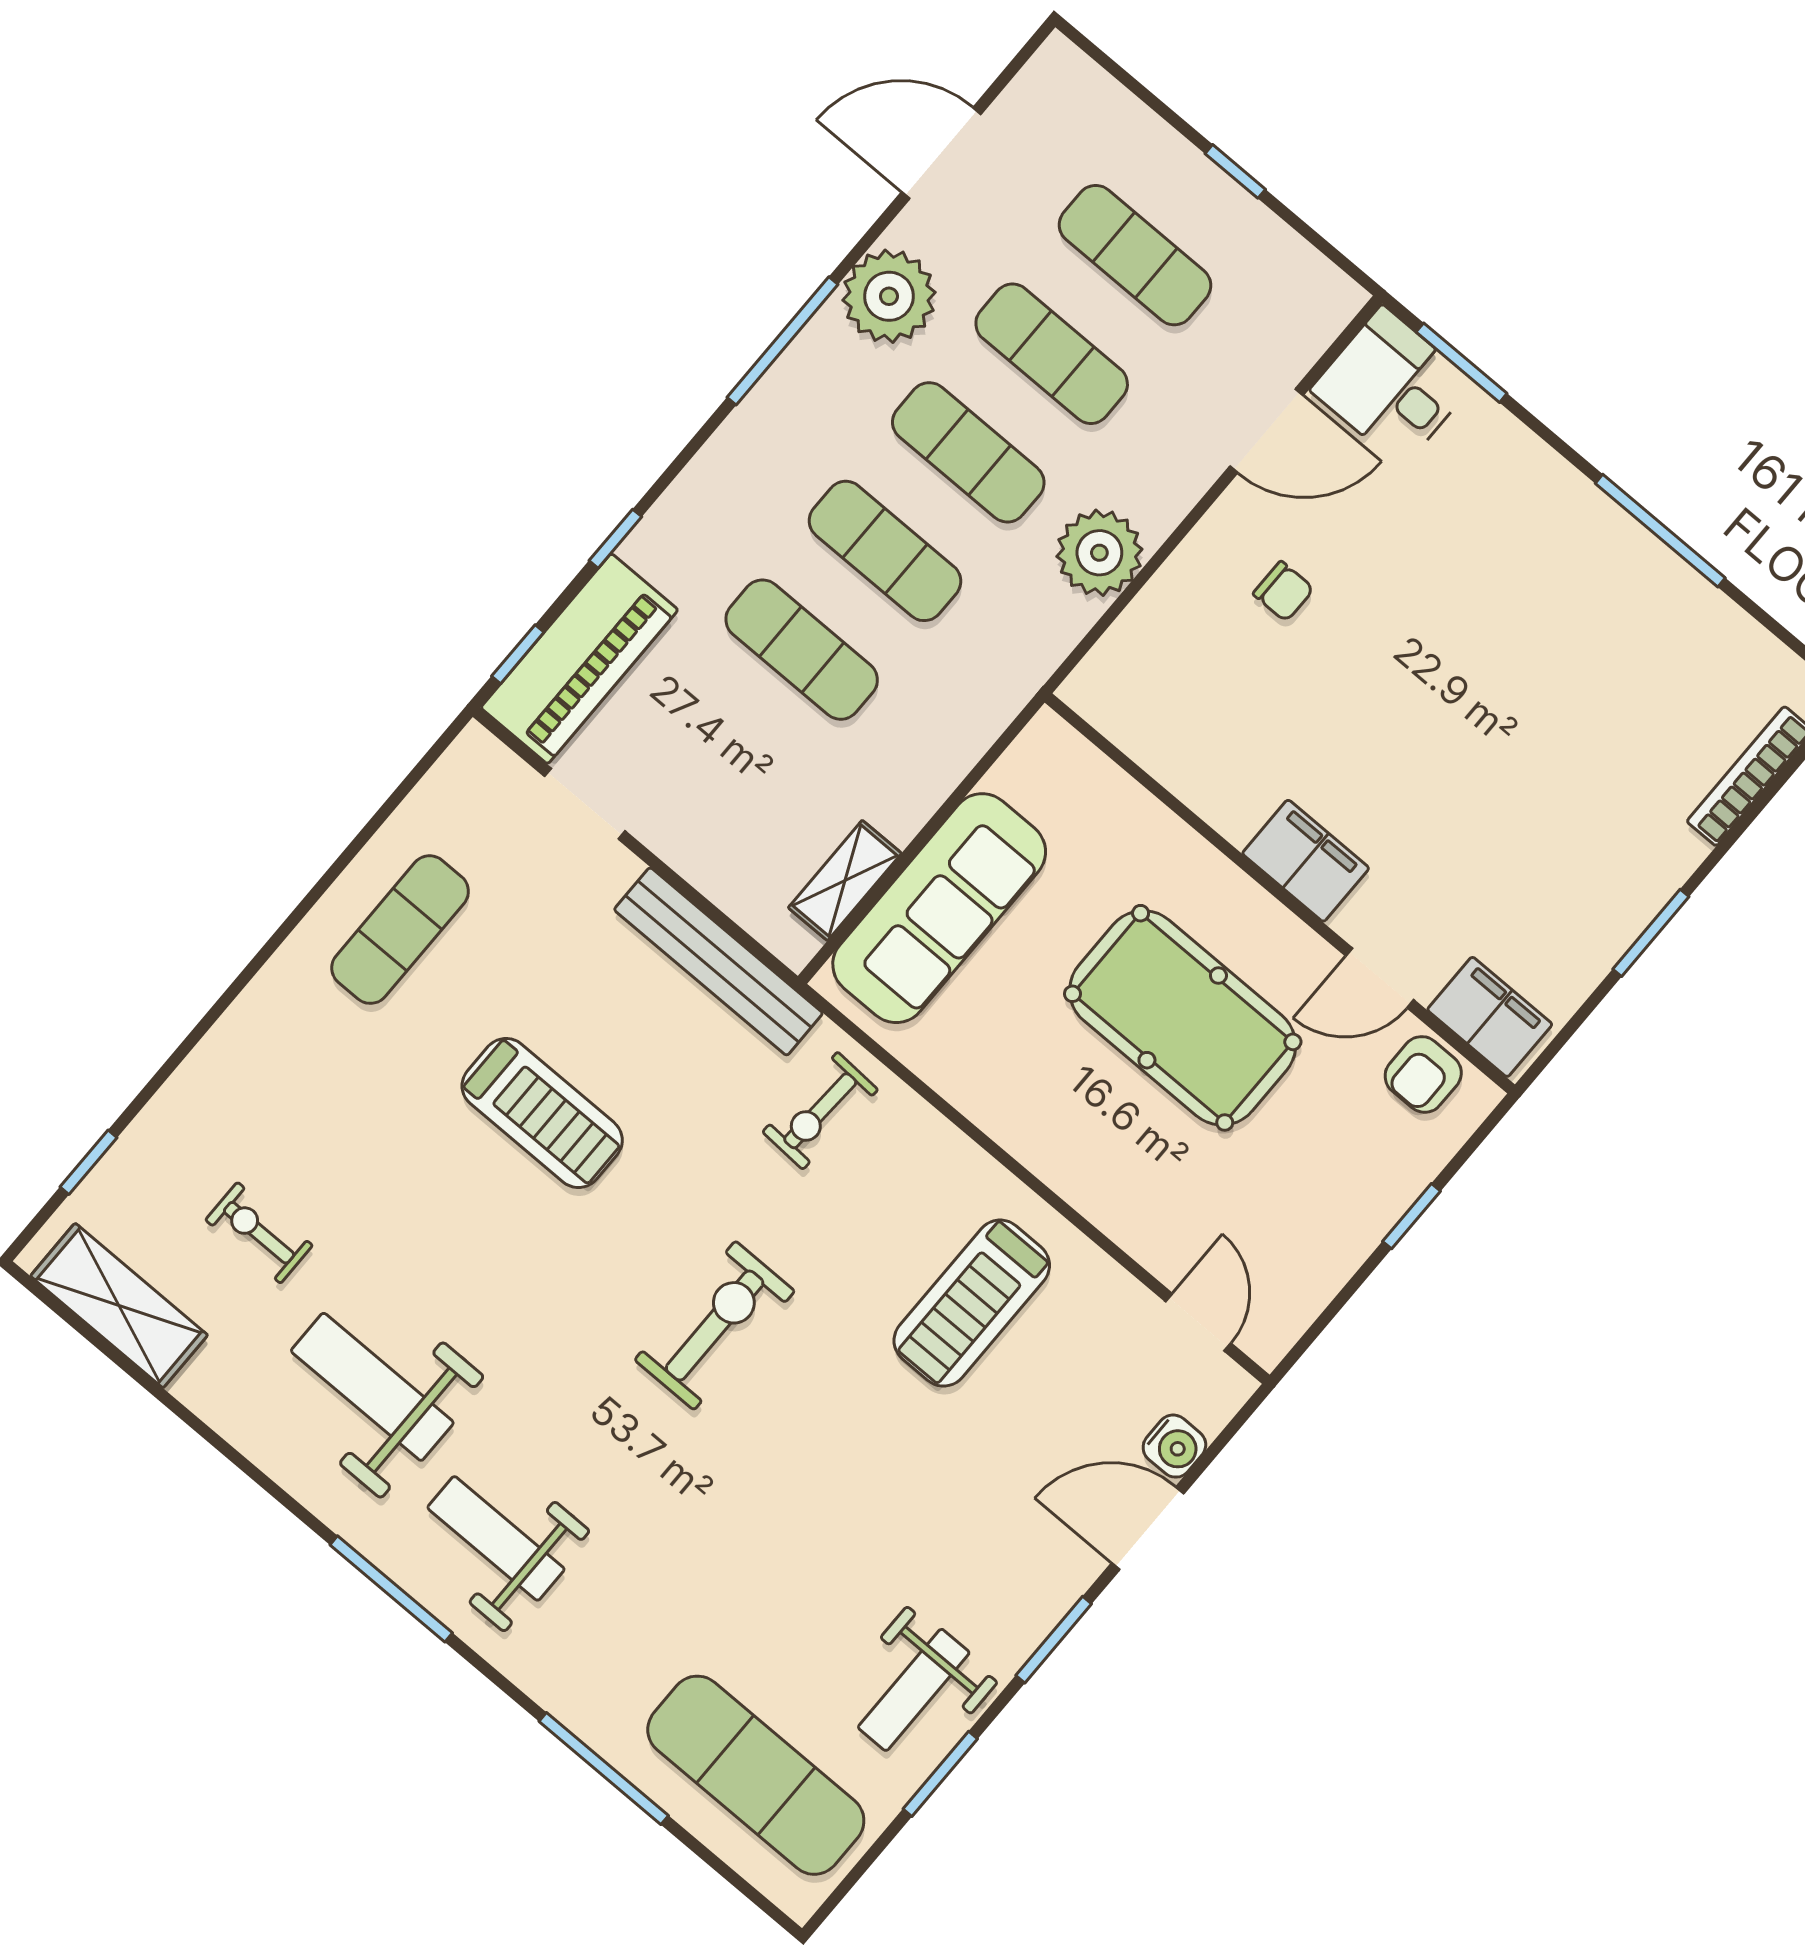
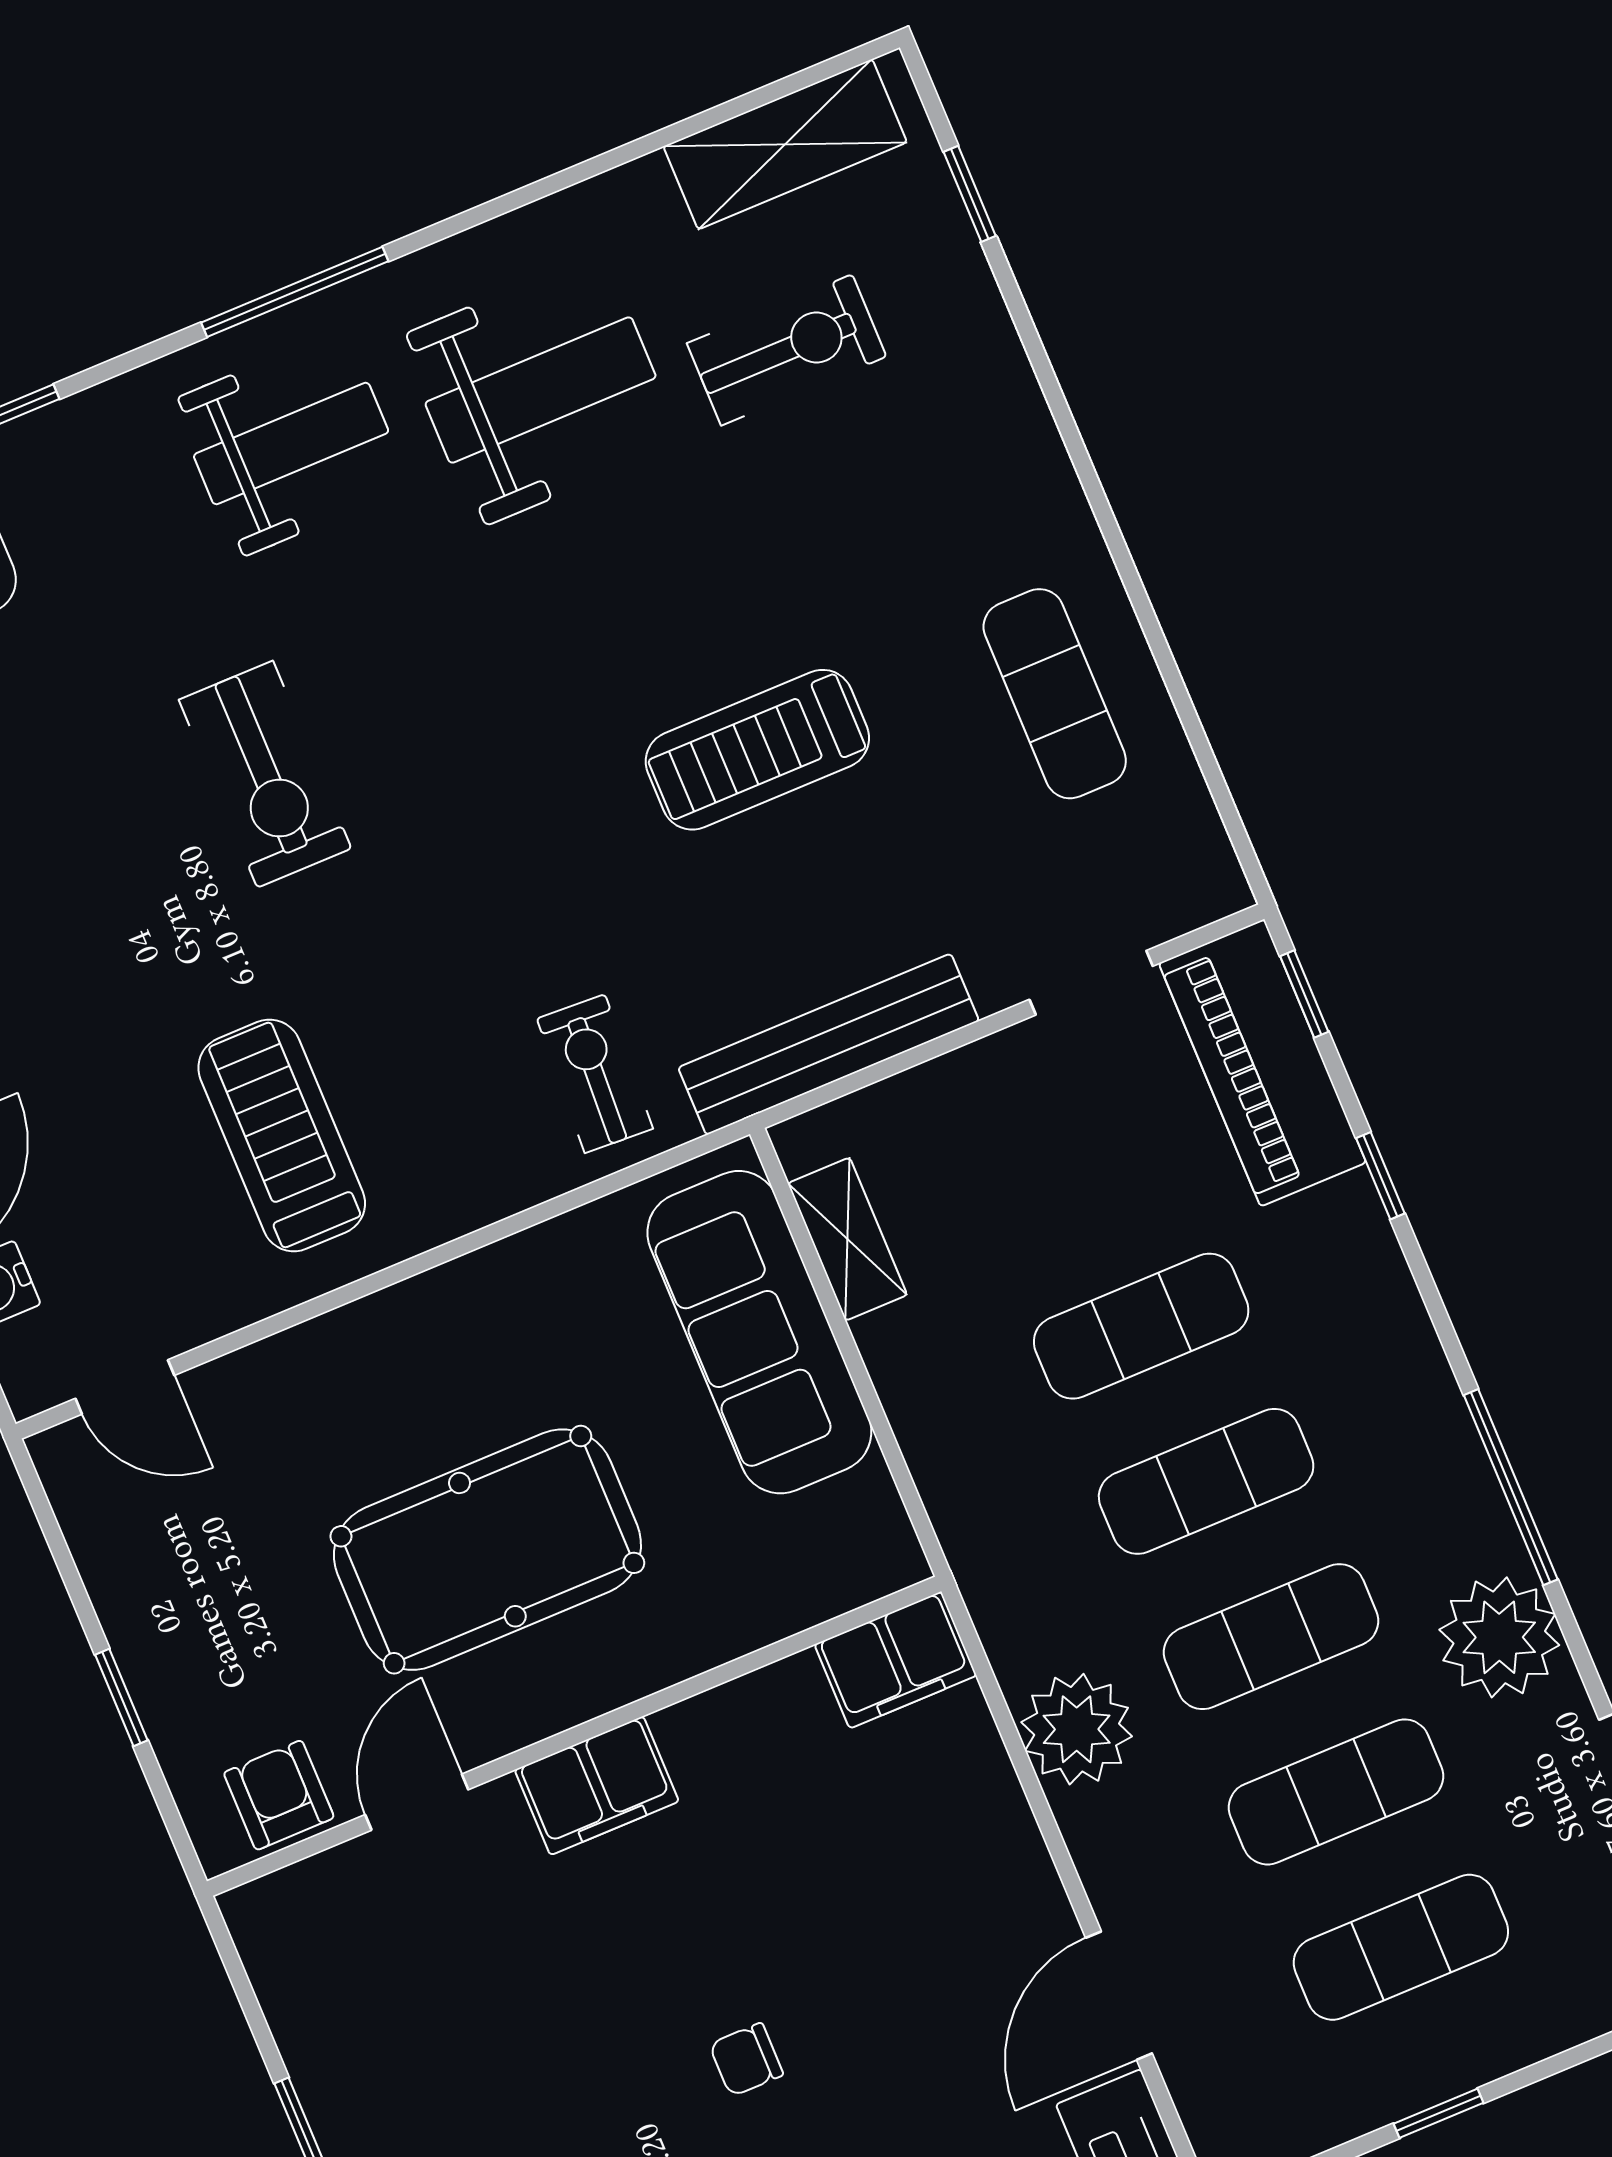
chair: (1283, 591) -> (746, 2060), moved
filing cabinet: (1490, 1017) -> (896, 1660), moved
exercise bike: (259, 1233) -> (787, 350), width x1.38, depth x1.39
exercise bike: (715, 1325) -> (265, 774), moved

